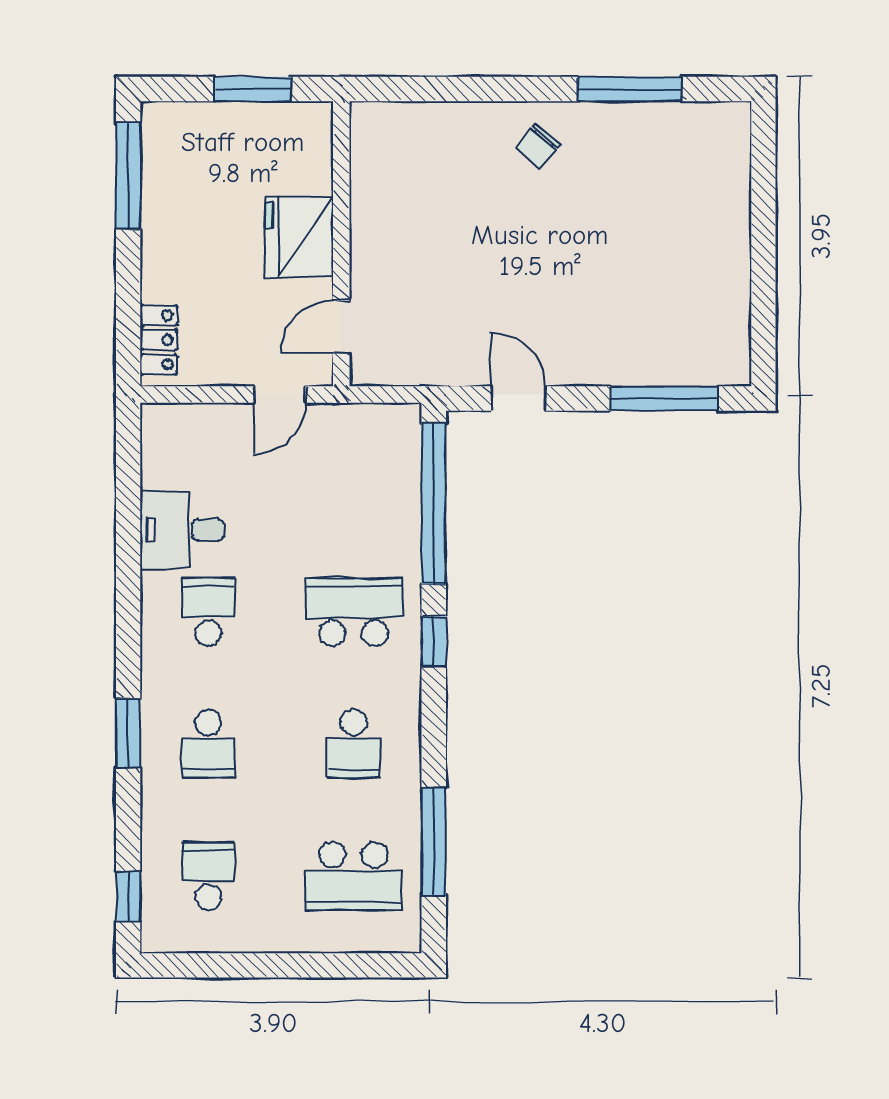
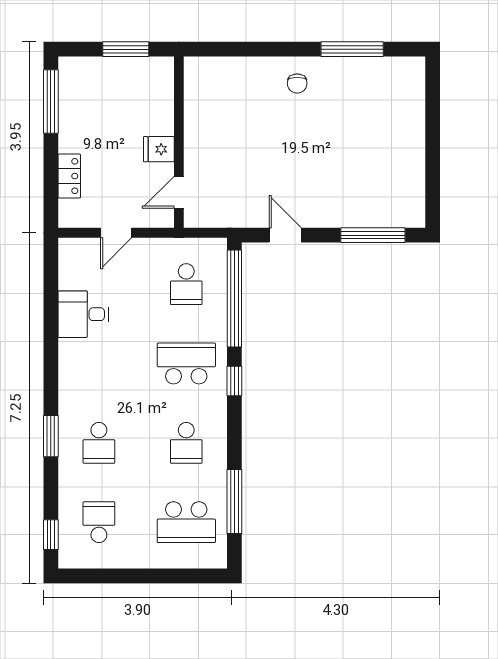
chair: (538, 146) -> (297, 83), turned -38
fridge: (299, 237) -> (159, 149), width x0.53, depth x0.75
locker: (159, 340) -> (69, 176), moved
door: (280, 394) -> (116, 233), moved
school desk: (208, 612) -> (186, 284), moved, turned 180

